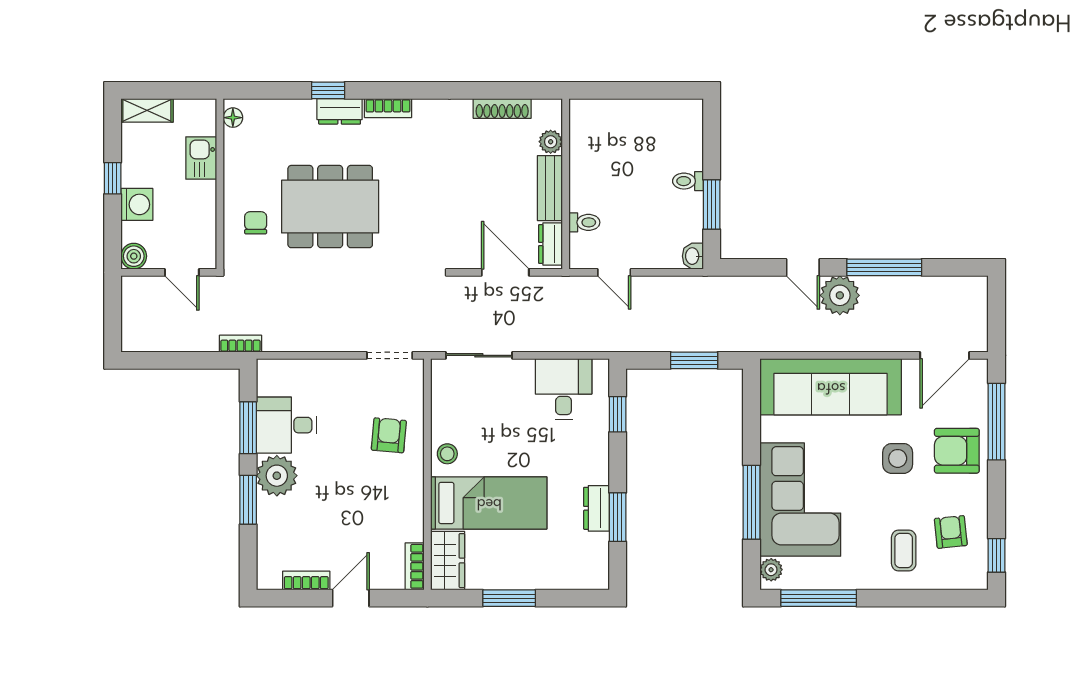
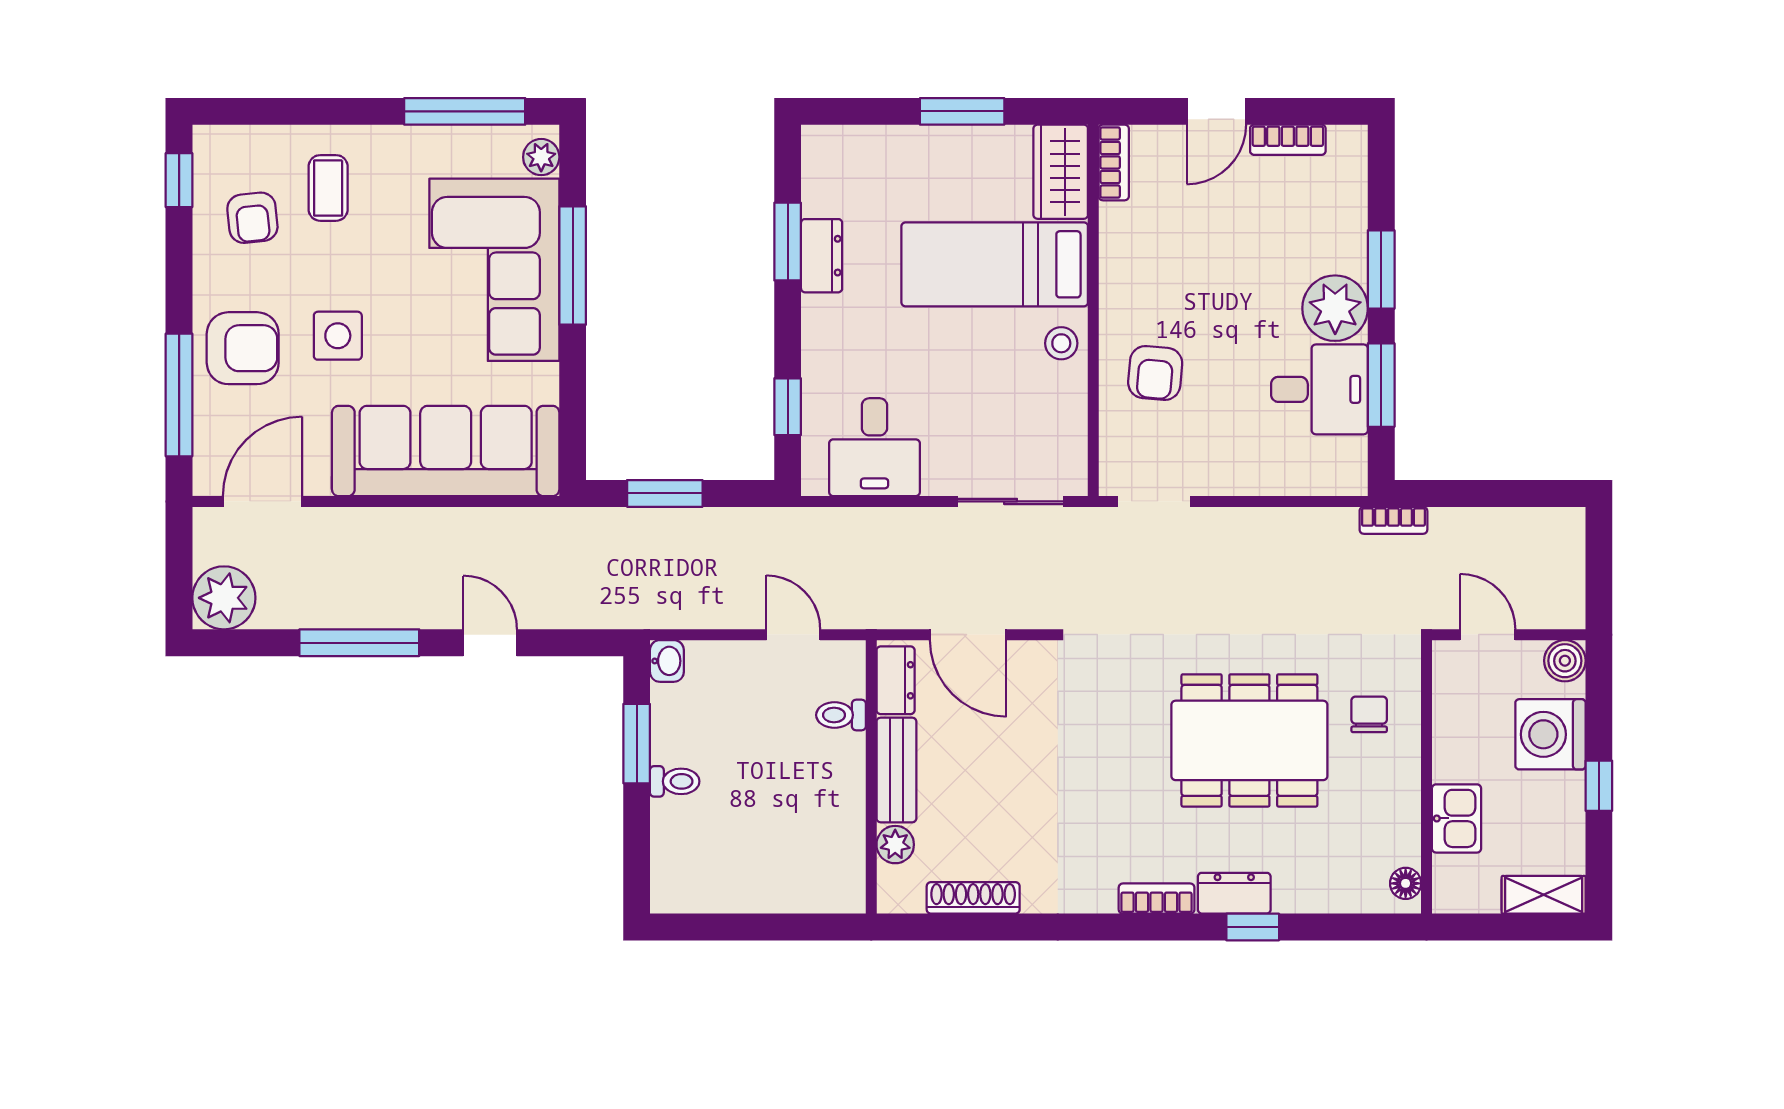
washing machine: (137, 204) -> (1550, 734), width x1.37, depth x1.37
chair: (256, 223) -> (1369, 714), turned 180
plant: (840, 295) -> (224, 598), moved

